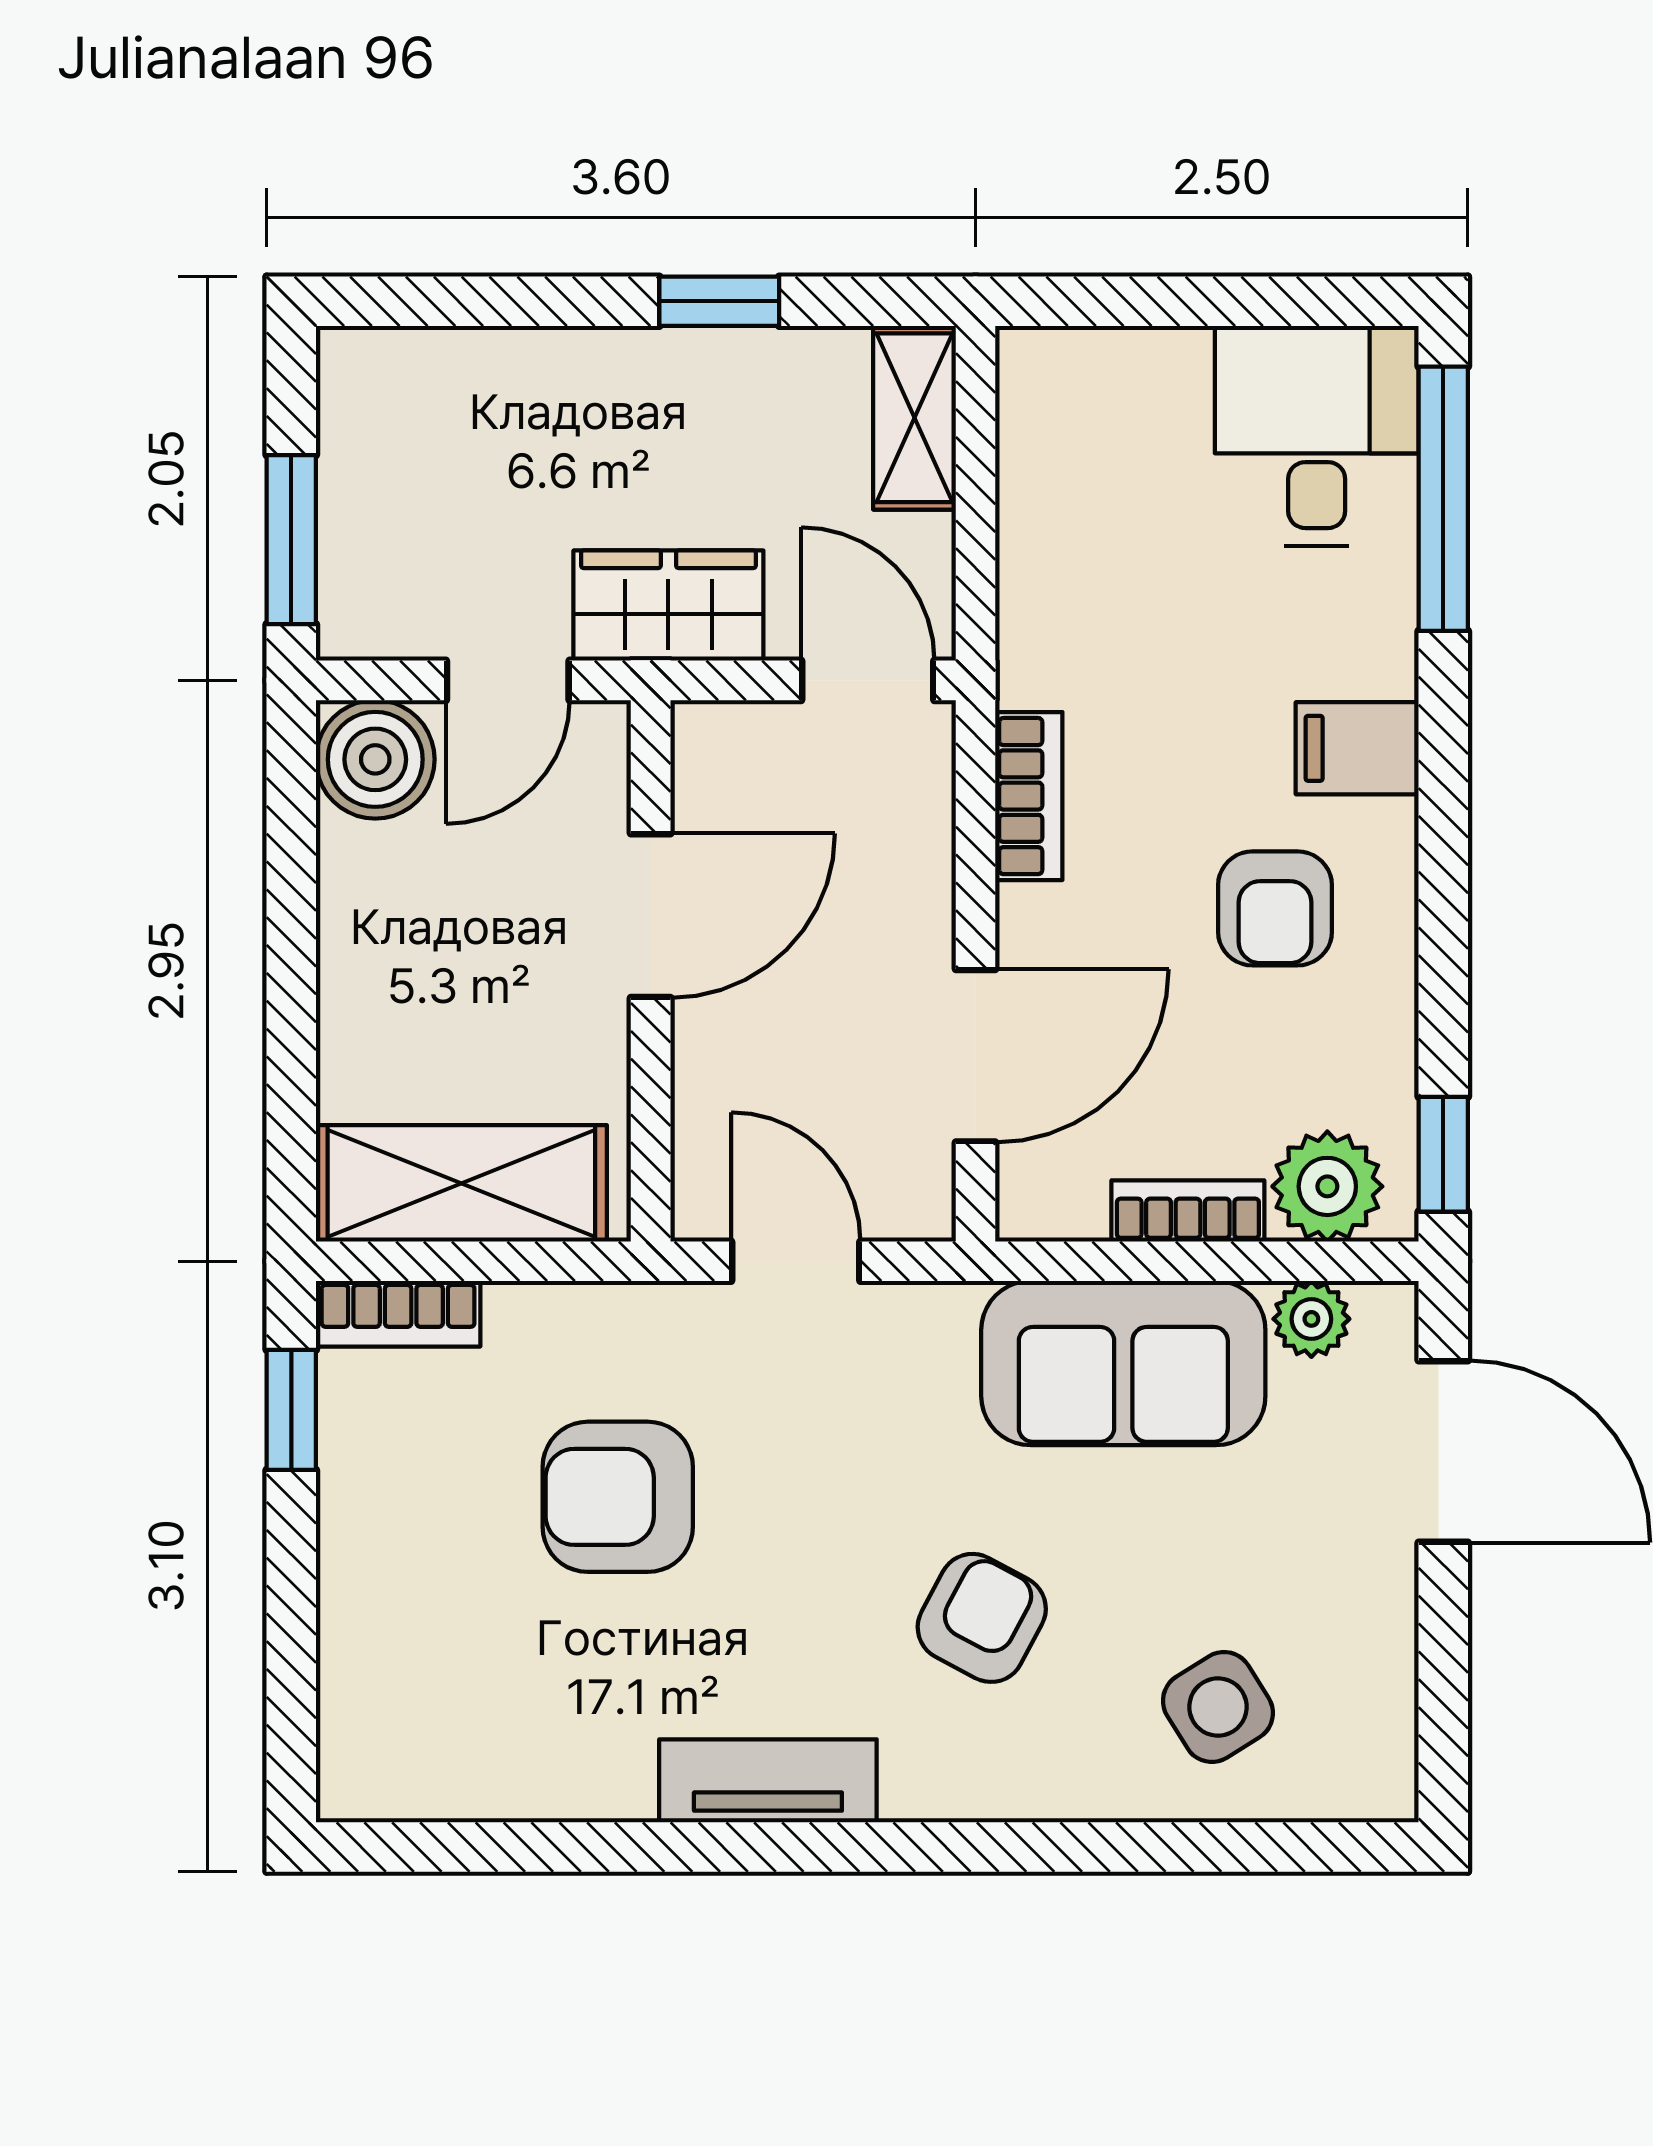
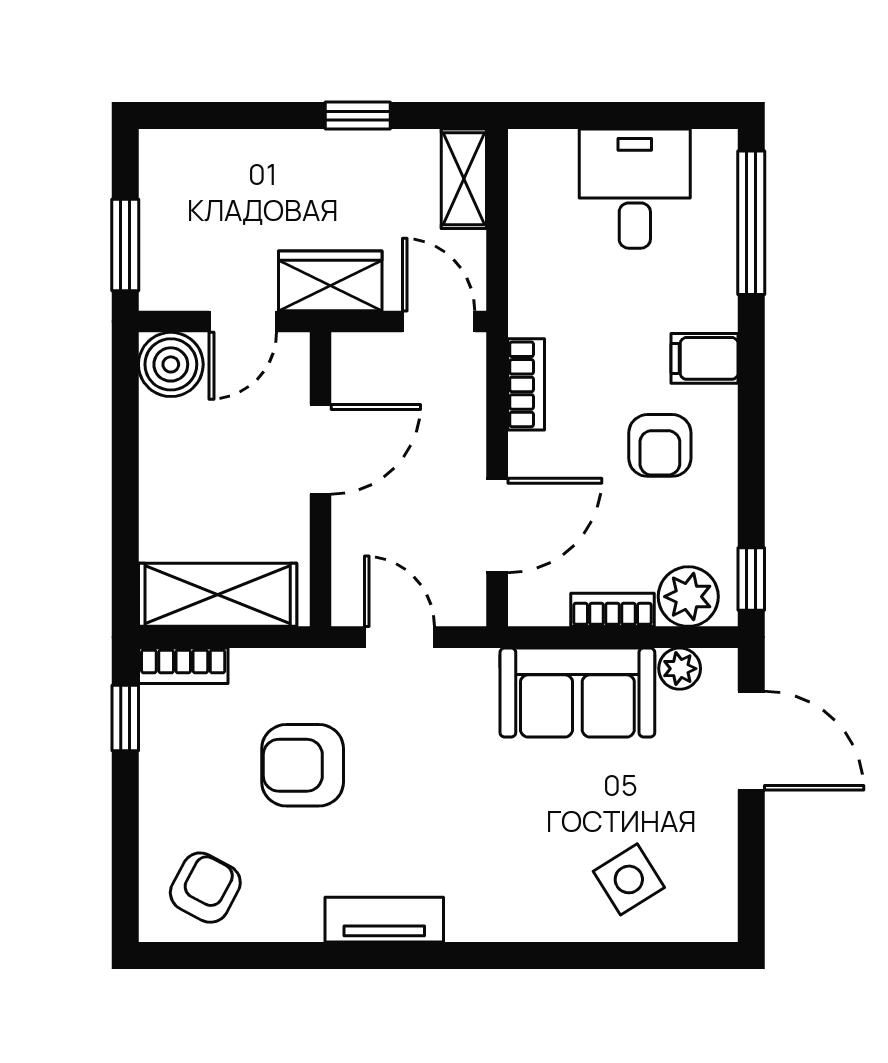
desk: (1317, 436) -> (635, 189), moved
armchair: (982, 1618) -> (205, 888), moved

